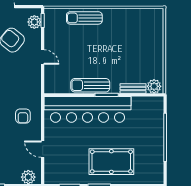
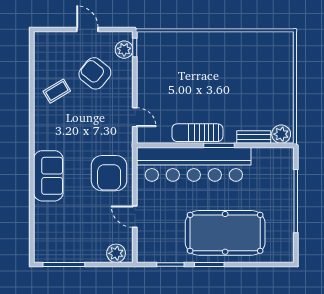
sun lounger: (84, 18) -> (190, 44), removed
door: (43, 57) -> (135, 117), moved
armchair: (23, 116) -> (109, 173), width x1.88, depth x1.88
pool table: (111, 162) -> (225, 233), width x1.36, depth x1.32

